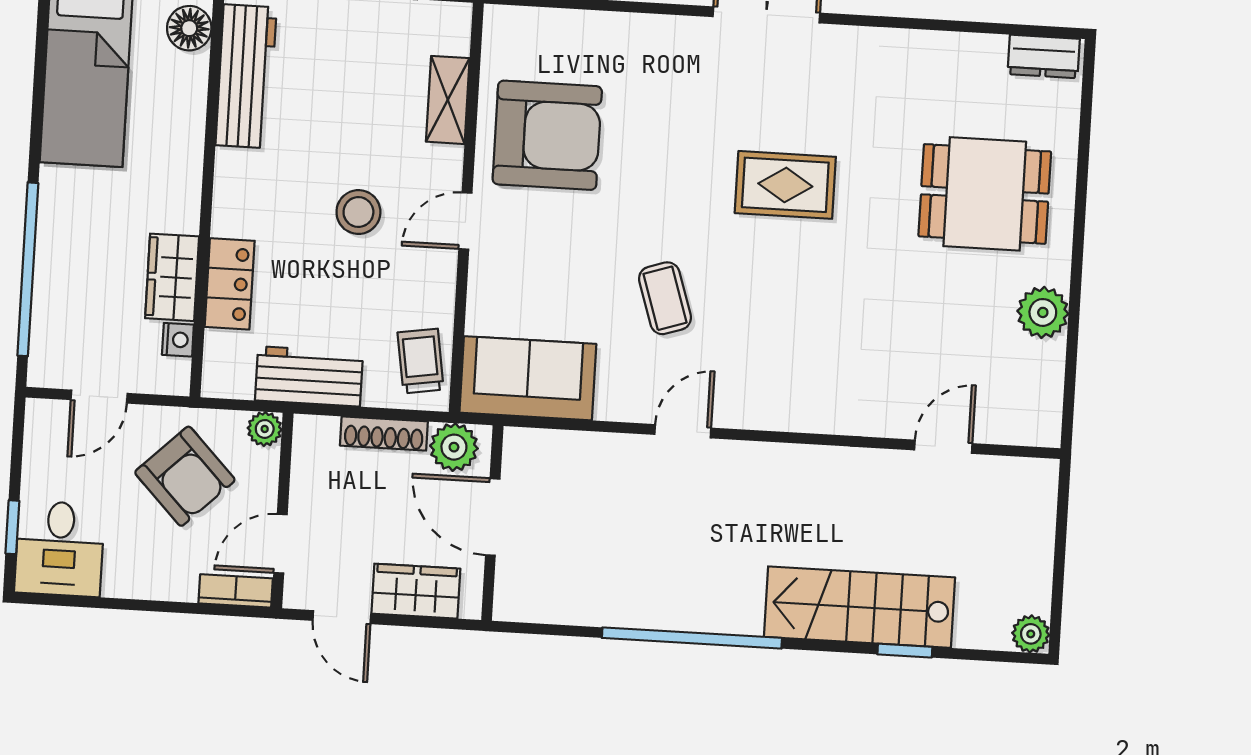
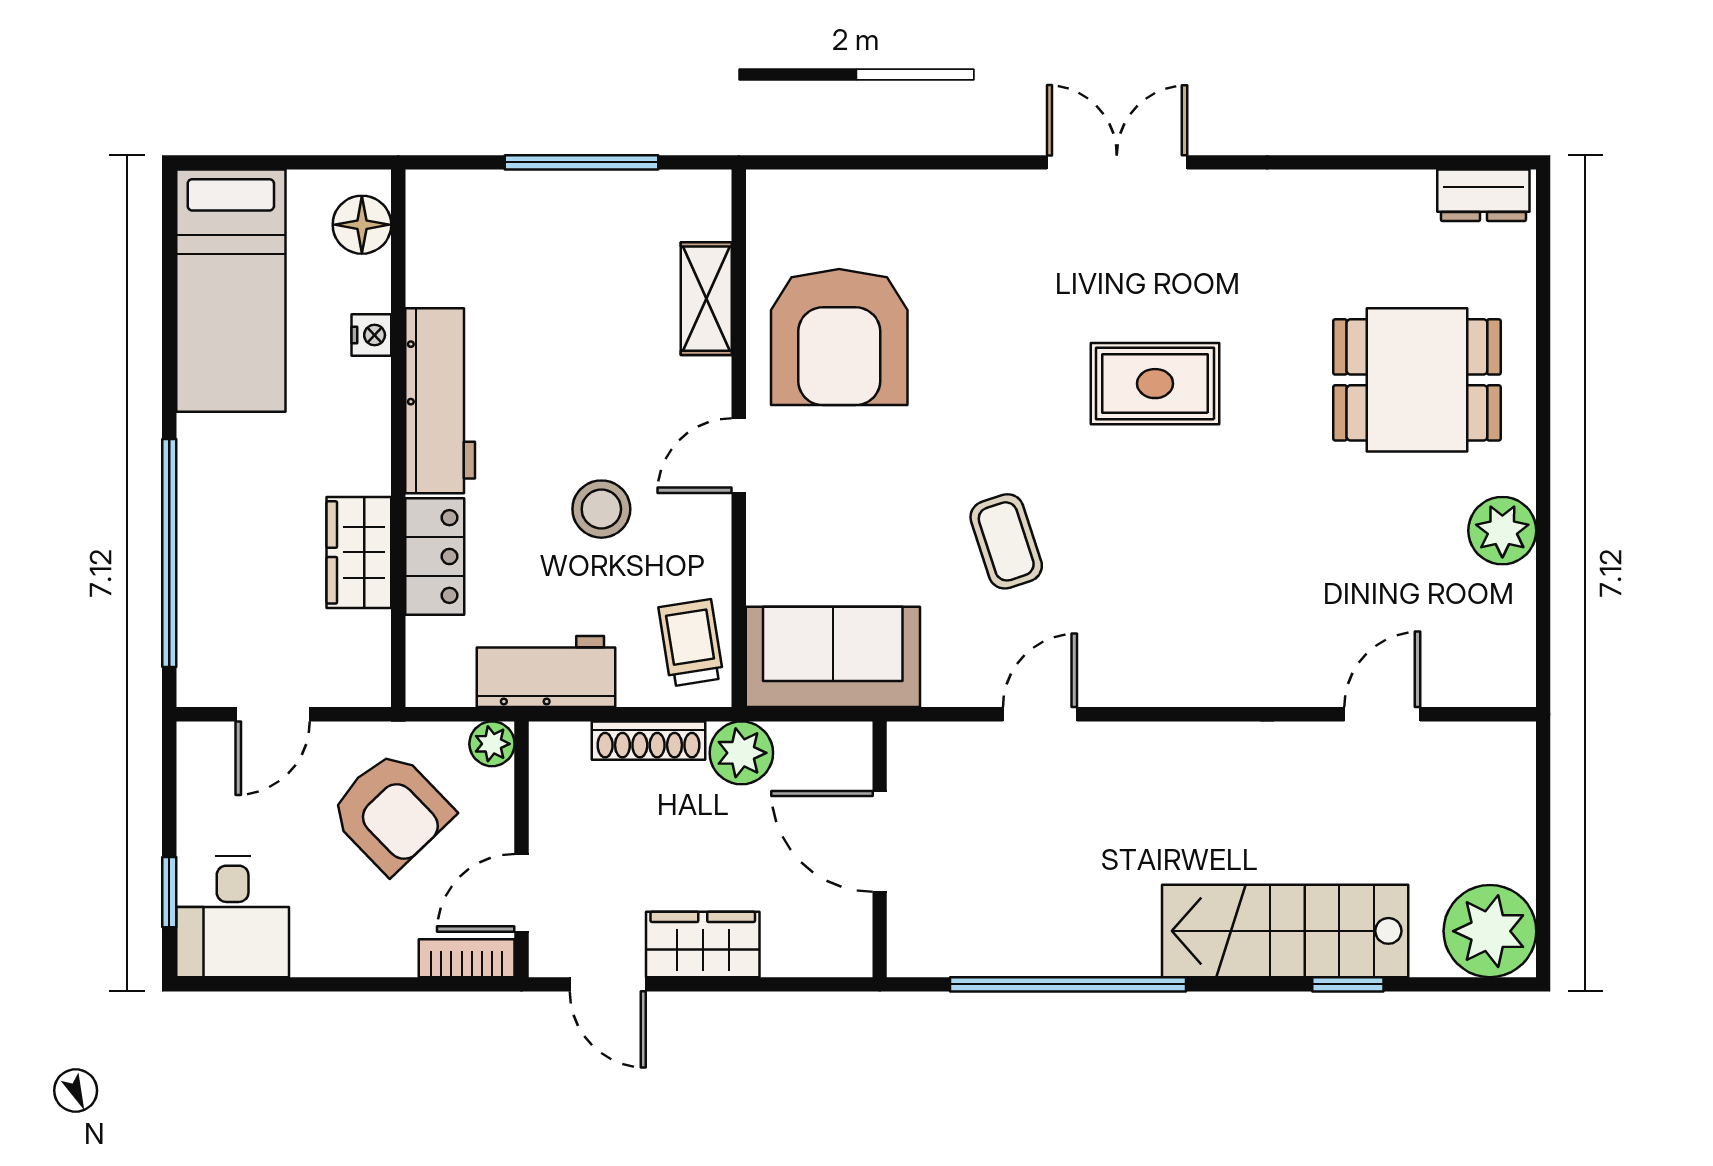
workbench: (246, 76) -> (440, 401), moved
armchair: (547, 135) -> (839, 337), turned 90
stool: (358, 212) -> (601, 509), moved
nightstand: (178, 340) -> (371, 335), moved
door: (493, 517) -> (880, 841), moved
wall: (492, 523) -> (880, 849), moved
plant: (1031, 634) -> (1490, 931), width x1.88, depth x1.88

